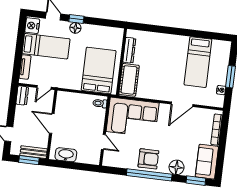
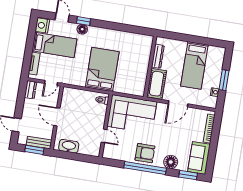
dresser: (129, 50) -> (158, 56), moved
wall: (121, 62) -> (150, 67), moved
cot: (129, 80) -> (157, 84), moved

